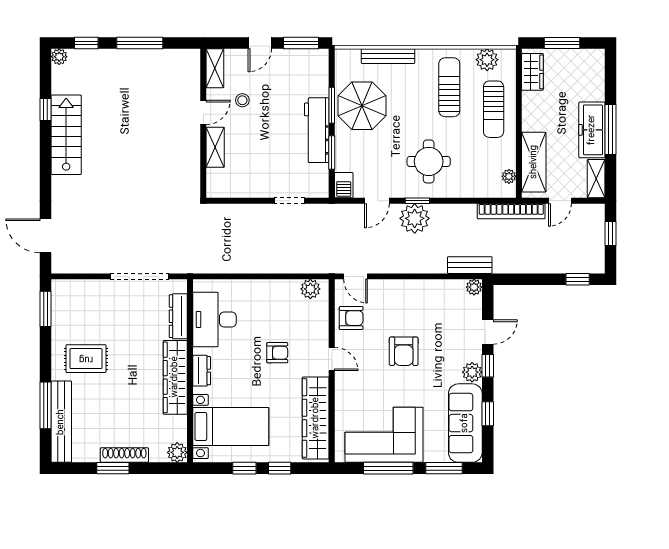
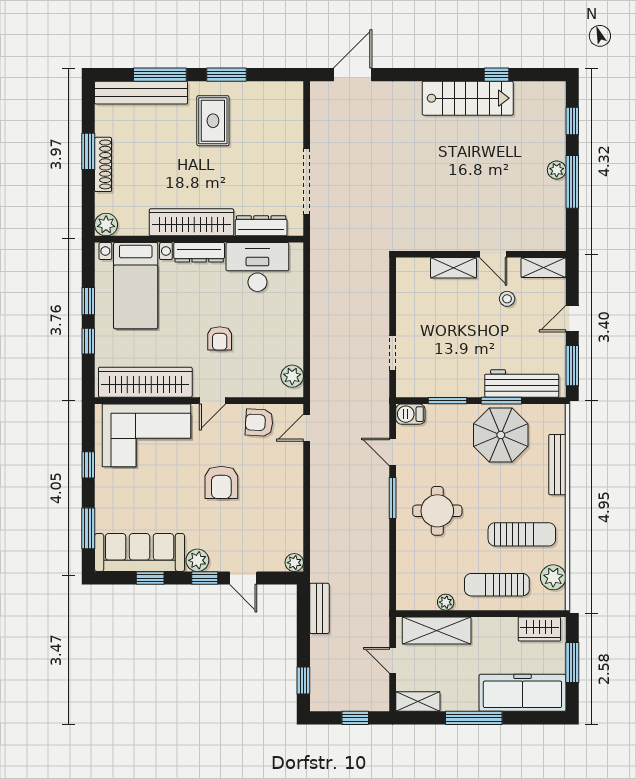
door: (260, 43) -> (572, 319), hinge flipped
plant: (59, 57) -> (557, 170), moved
workbench: (317, 130) -> (522, 383), moved
freezer: (592, 130) -> (522, 693), moved, width x1.36, depth x1.26
plant: (509, 176) -> (446, 602), moved
window: (417, 201) -> (393, 498), width x1.50
bookcase: (511, 211) -> (381, 605), removed
plant: (415, 218) -> (372, 495), removed
bench: (470, 265) -> (319, 608), moved
window: (45, 309) -> (226, 75), moved
armchair: (351, 318) -> (259, 423), turned 93
armchair: (404, 351) -> (221, 482), turned -90
dresser: (202, 371) -> (199, 252), width x1.44
corner sofa: (384, 435) -> (146, 435), moved, turned 90
window: (388, 468) -> (88, 465), width x0.46

